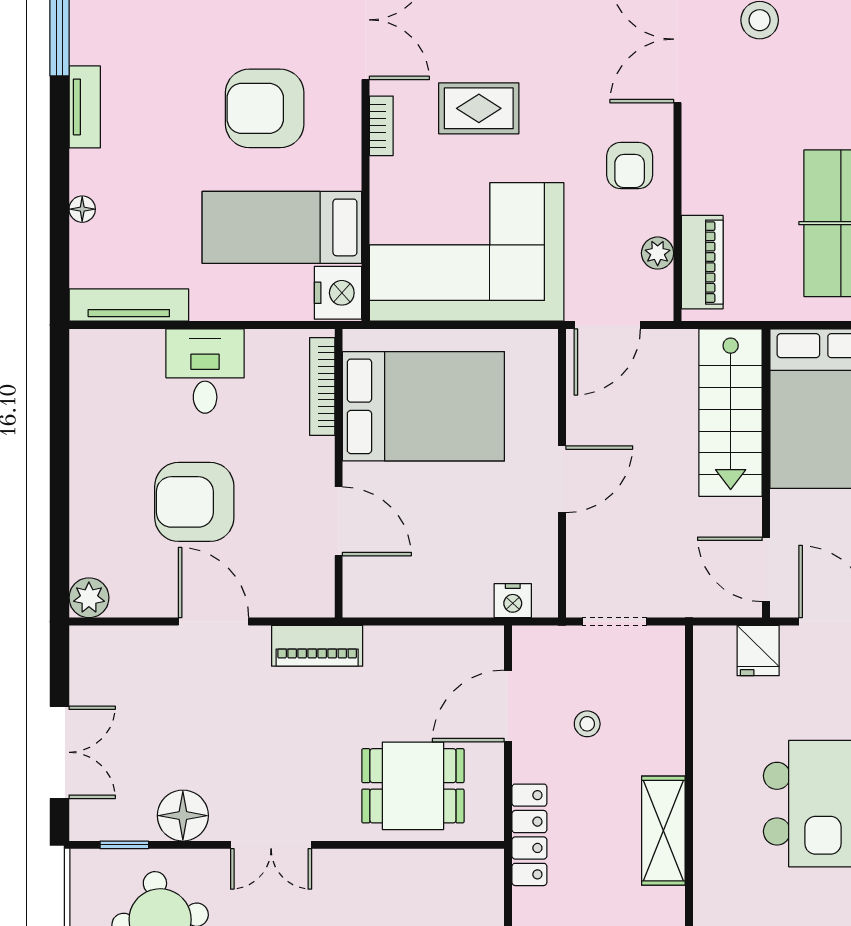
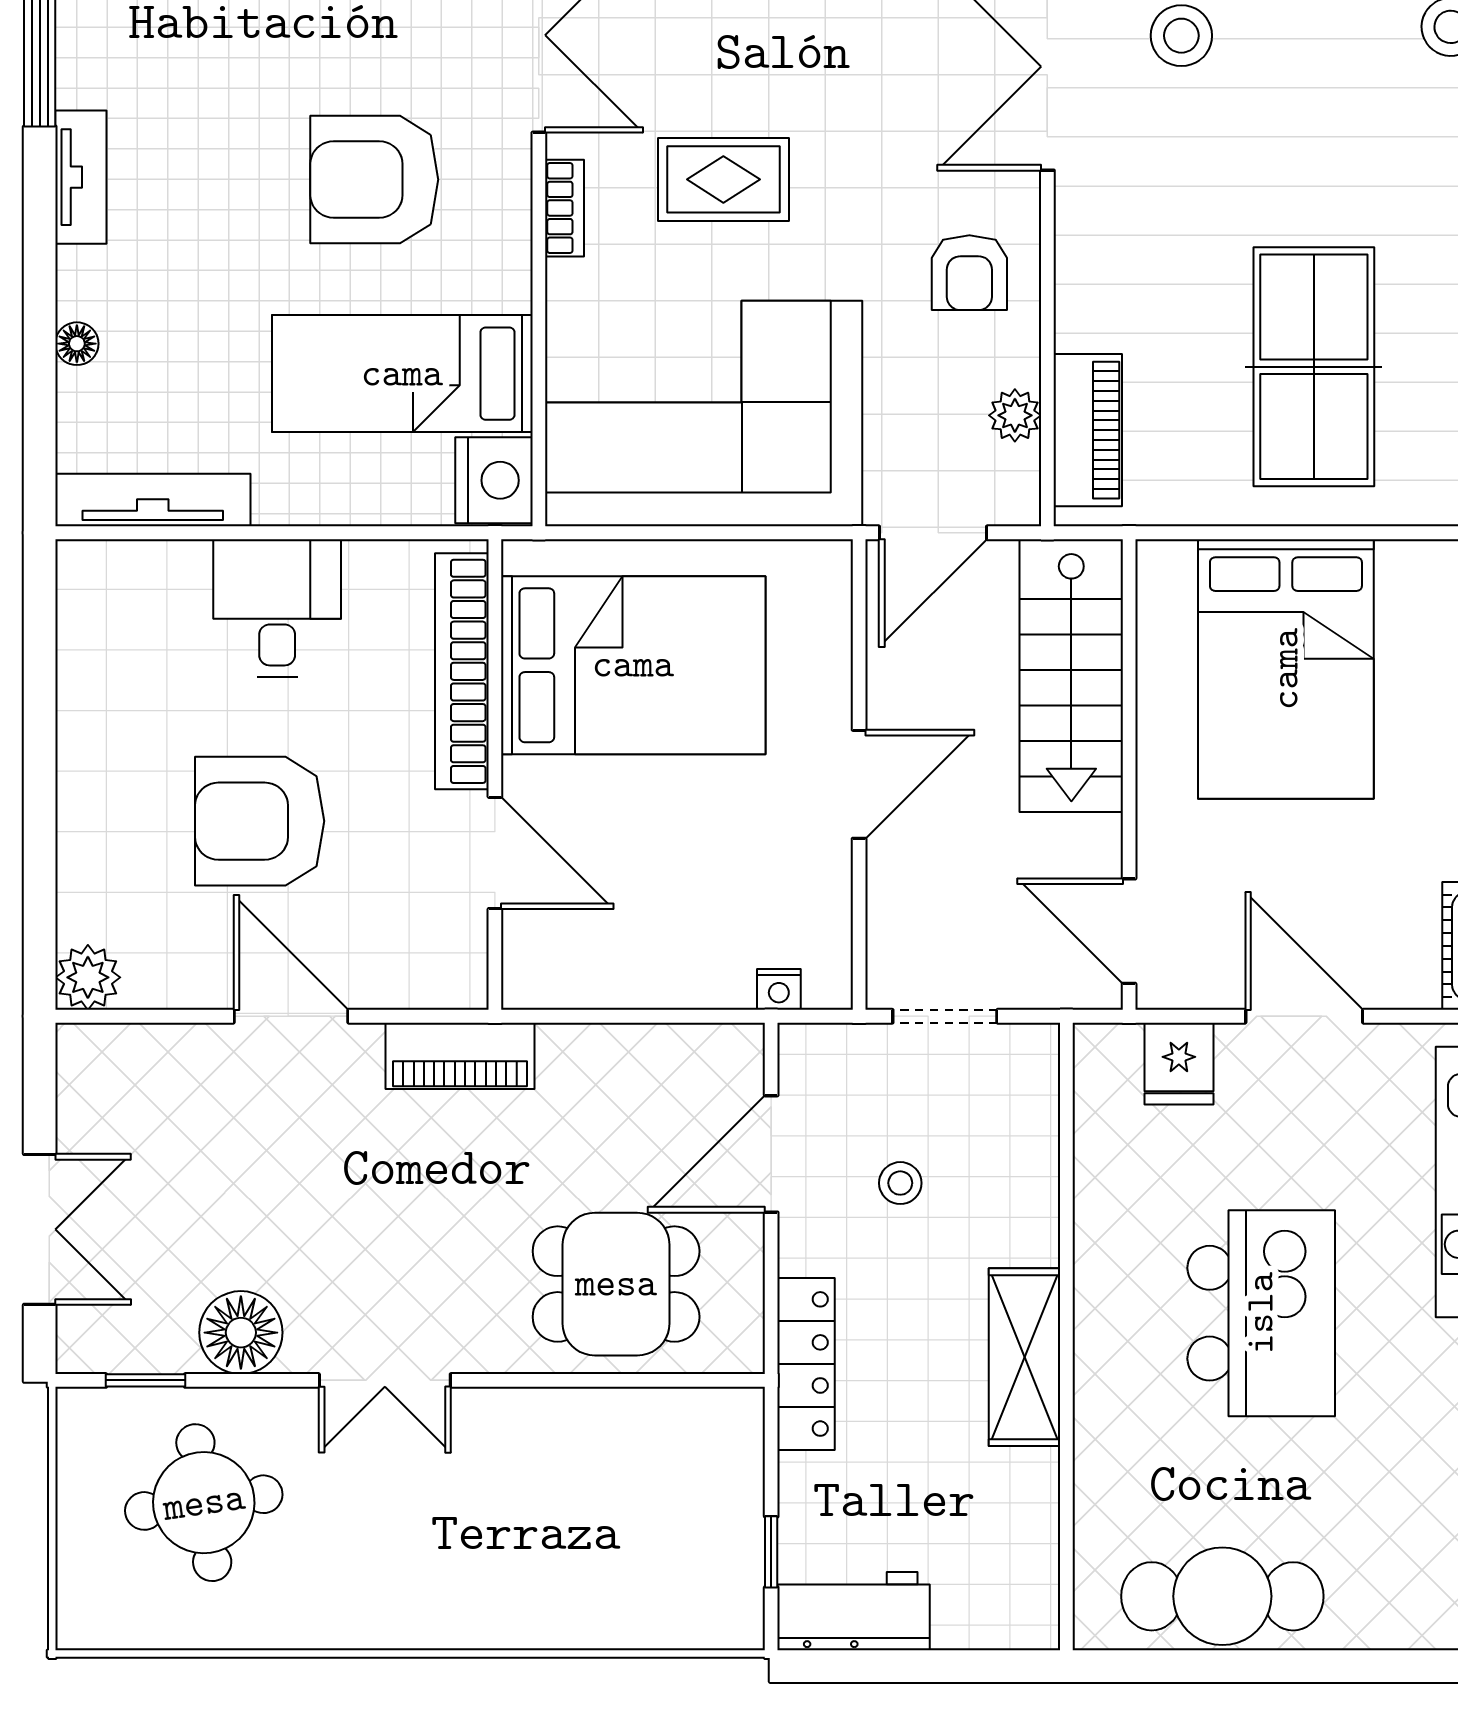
bookcase: (322, 387) -> (462, 671), width x1.48, depth x1.31
stairs: (731, 413) -> (1071, 676), moved
wall: (766, 473) -> (1129, 774), moved
door: (766, 569) -> (1129, 931), moved
nightstand: (513, 601) -> (779, 989), width x0.72, depth x0.74

